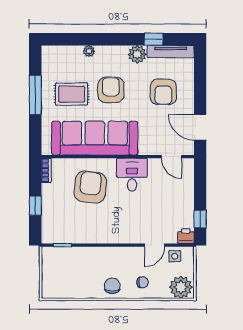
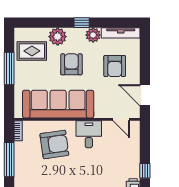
window: (154, 39) -> (82, 23), moved
plant: (89, 51) -> (58, 37), width x1.88, depth x1.88
rug: (72, 94) -> (32, 51), moved
armchair: (90, 187) -> (54, 144), turned 76
window: (35, 206) -> (9, 160), width x2.17

